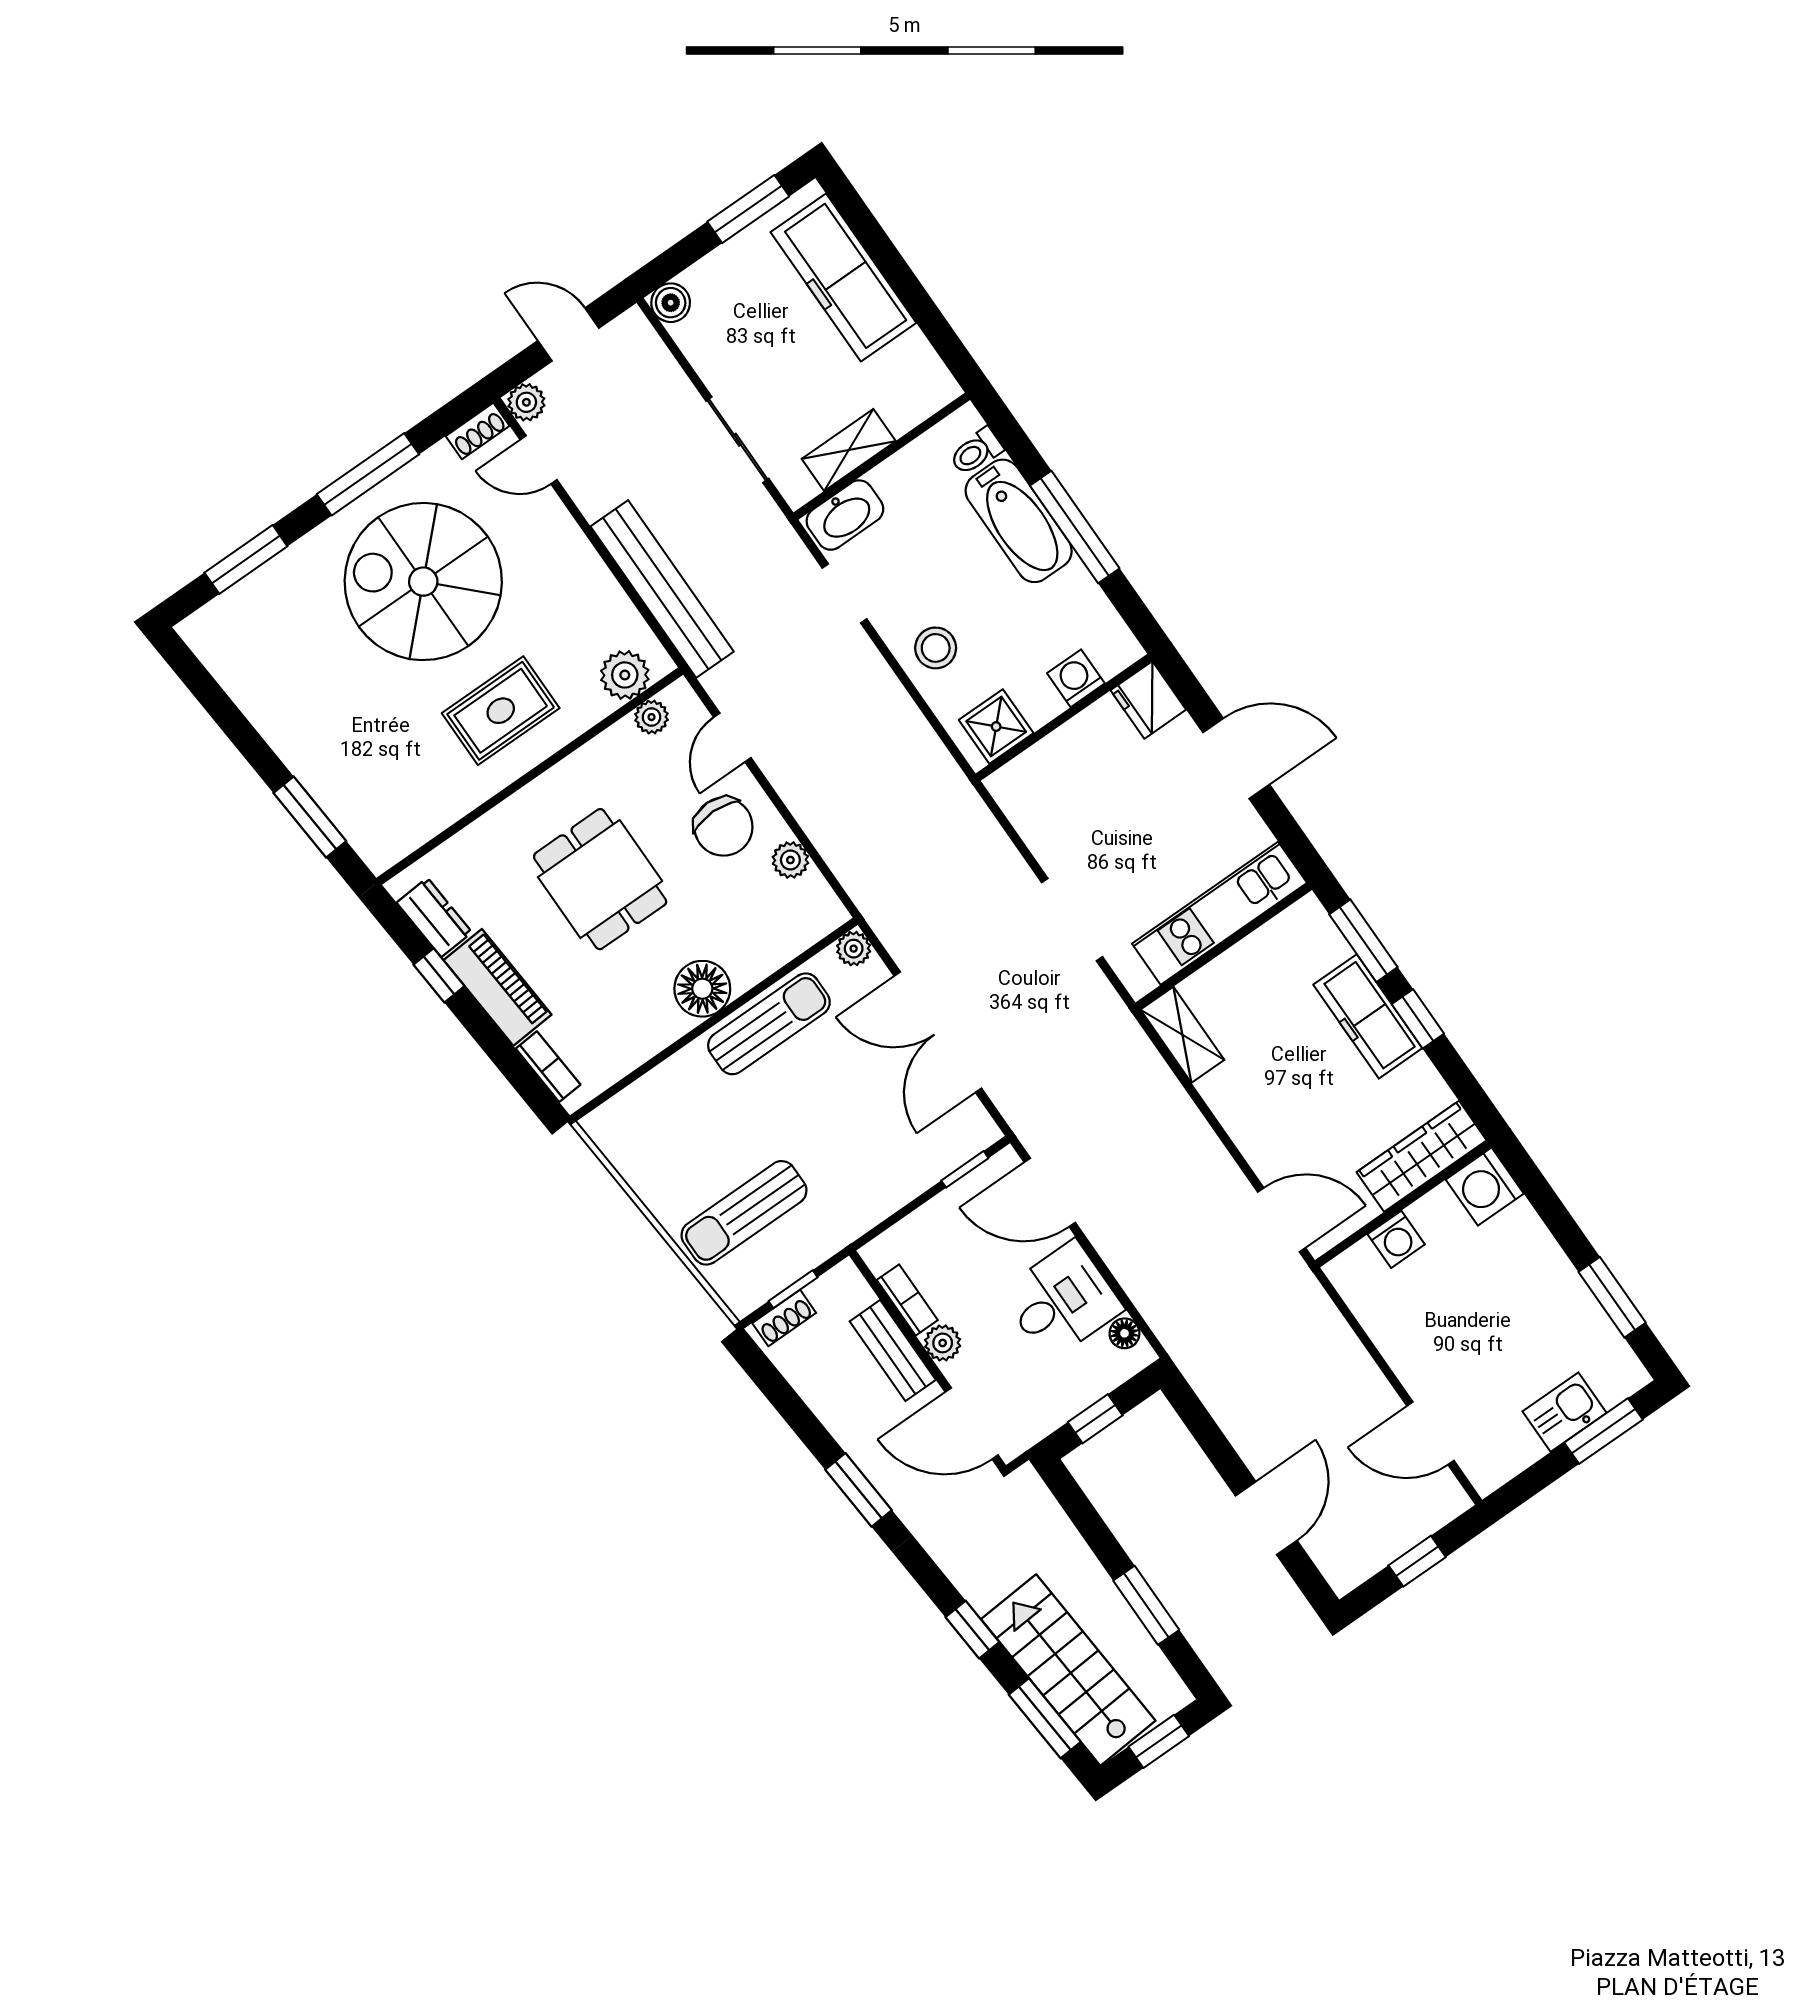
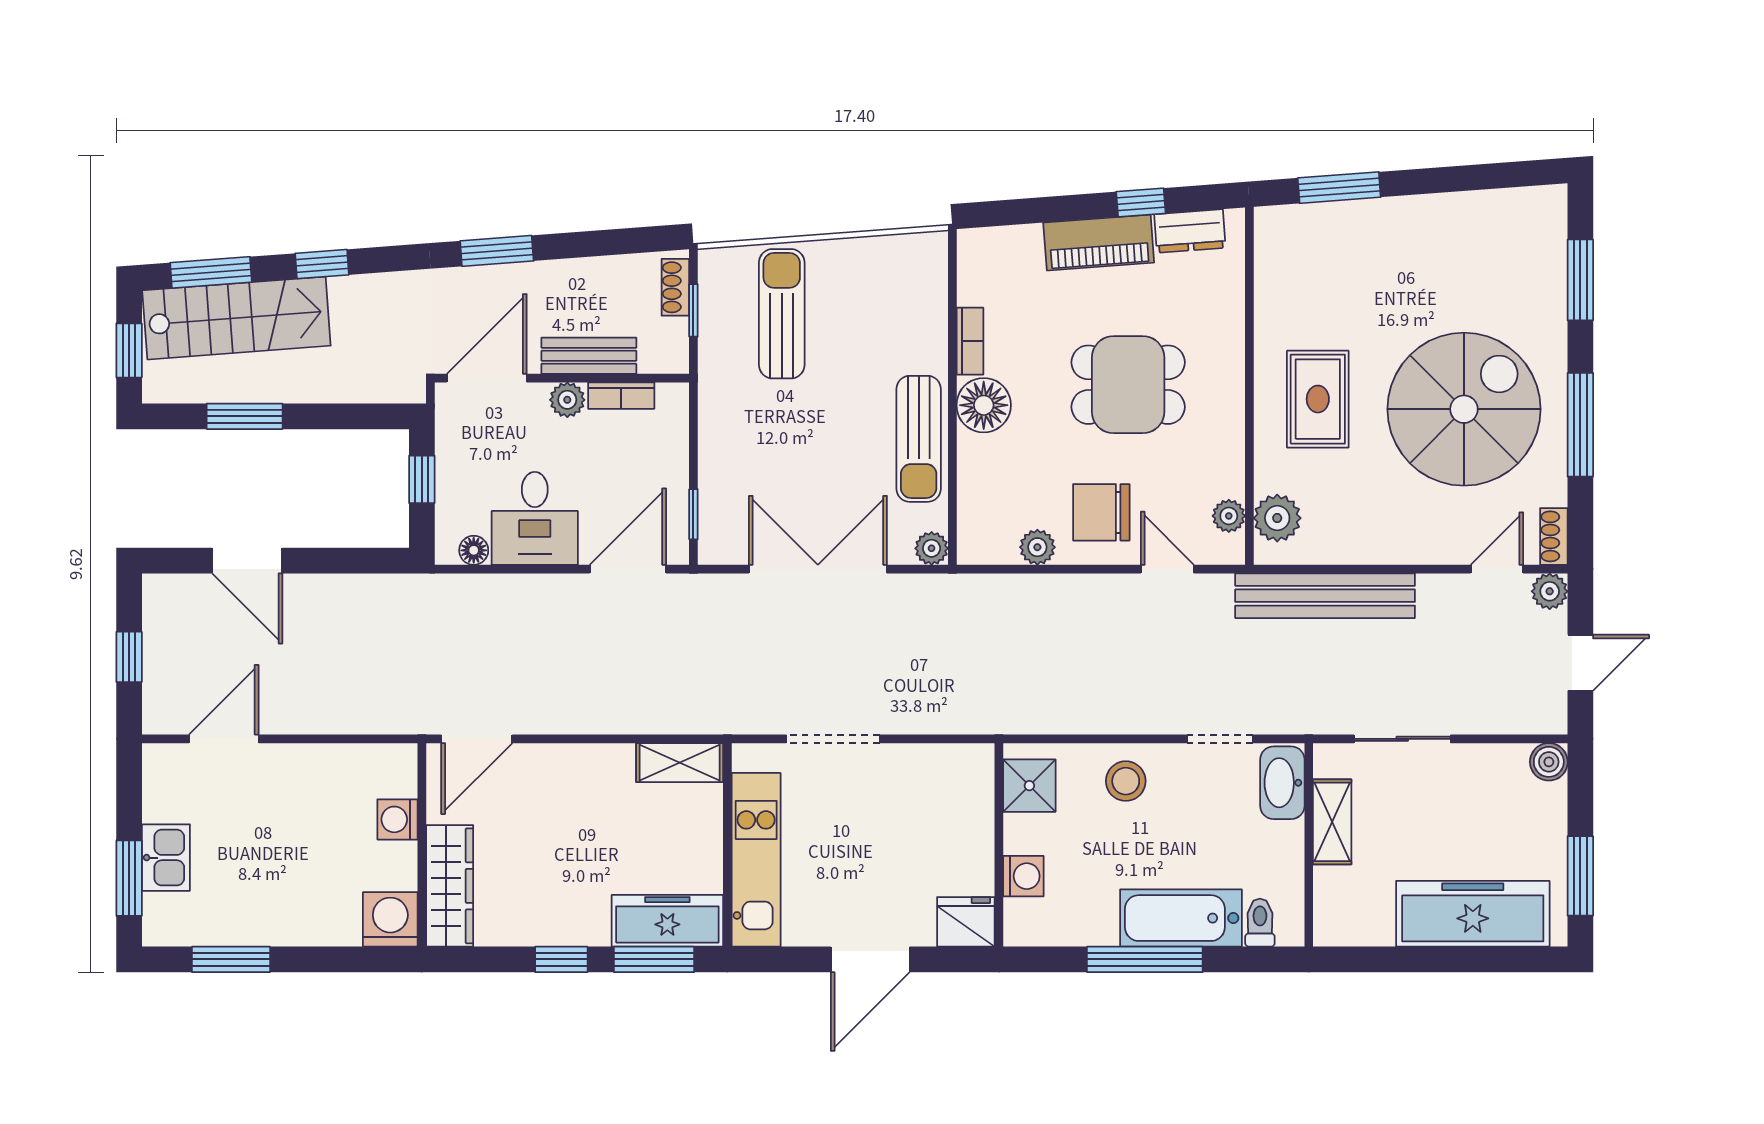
freezer: (1368, 1016) -> (667, 921), moved
bookcase: (548, 1067) -> (970, 341), moved, turned -86

